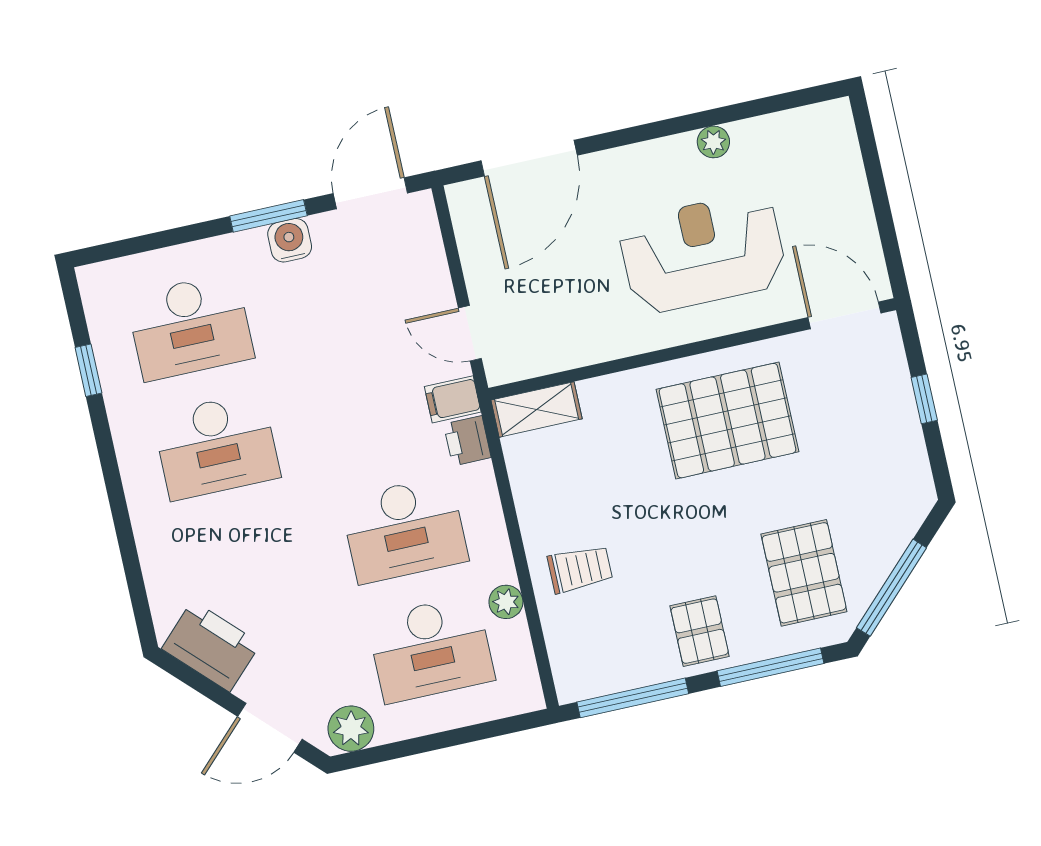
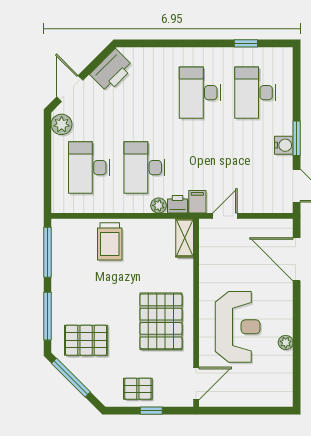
trolley: (580, 569) -> (110, 241), width x1.36, depth x1.39
plant: (506, 602) -> (159, 205), moved
pallet: (700, 631) -> (138, 389), moved

